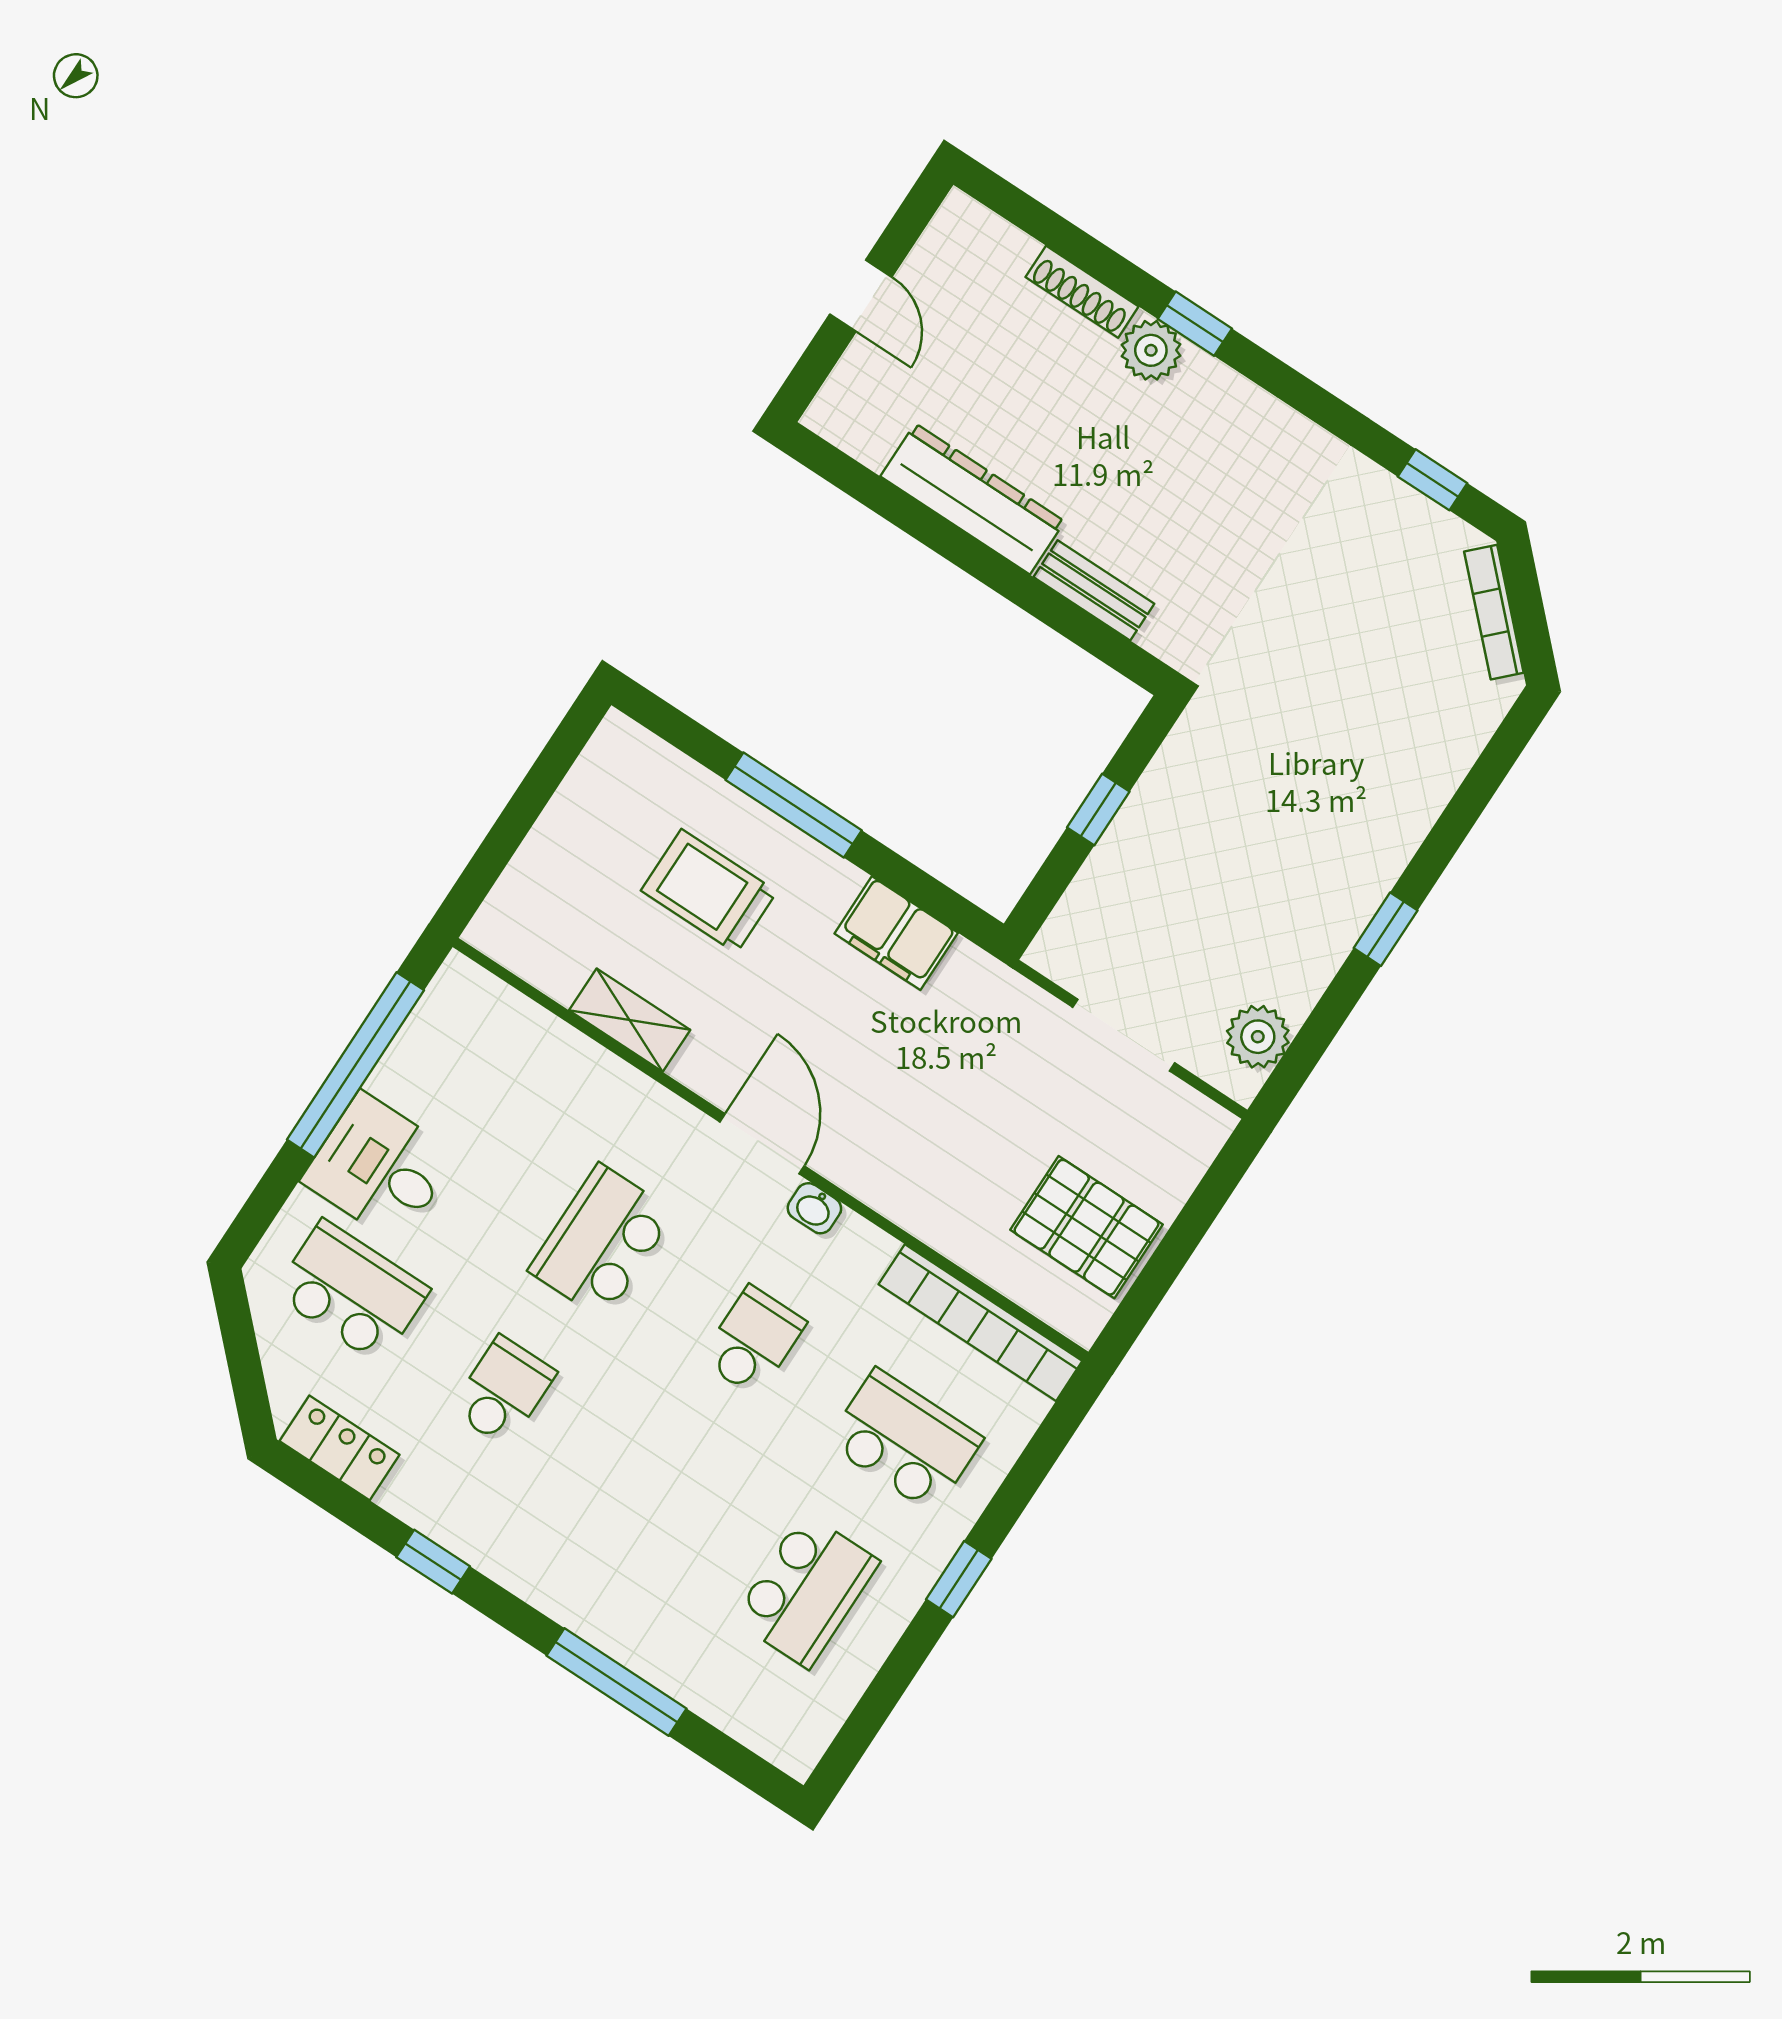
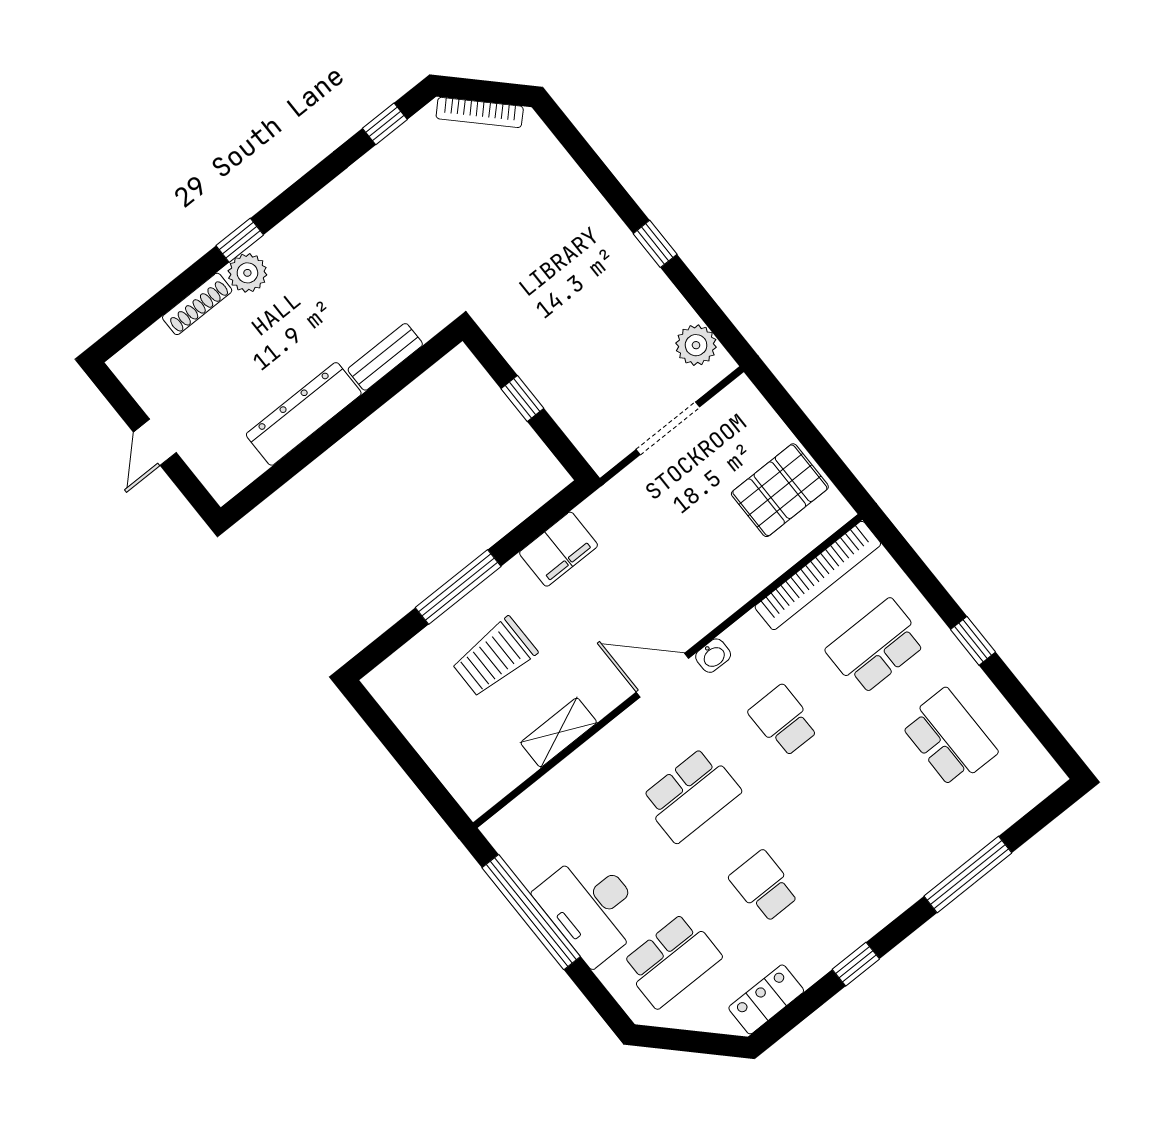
door: (861, 296) -> (155, 442), swing flipped
desk: (379, 1168) -> (592, 907), width x1.37
school desk: (601, 1242) -> (691, 795), turned -90
school desk: (352, 1292) -> (671, 960), turned 180

